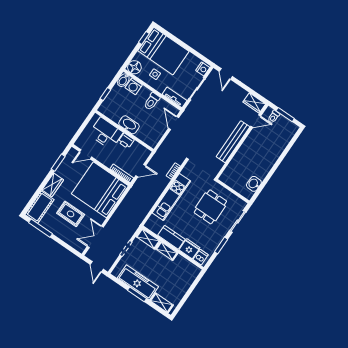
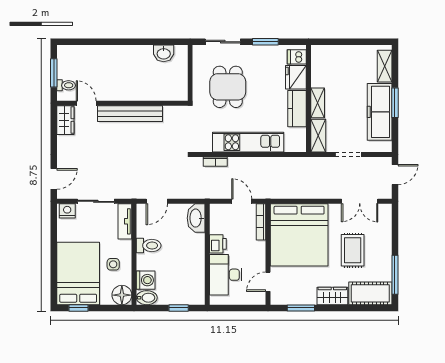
washbasin: (129, 125) -> (196, 218), moved
door: (86, 154) -> (268, 282), swing flipped
dining table: (210, 207) -> (228, 87), turned 90

